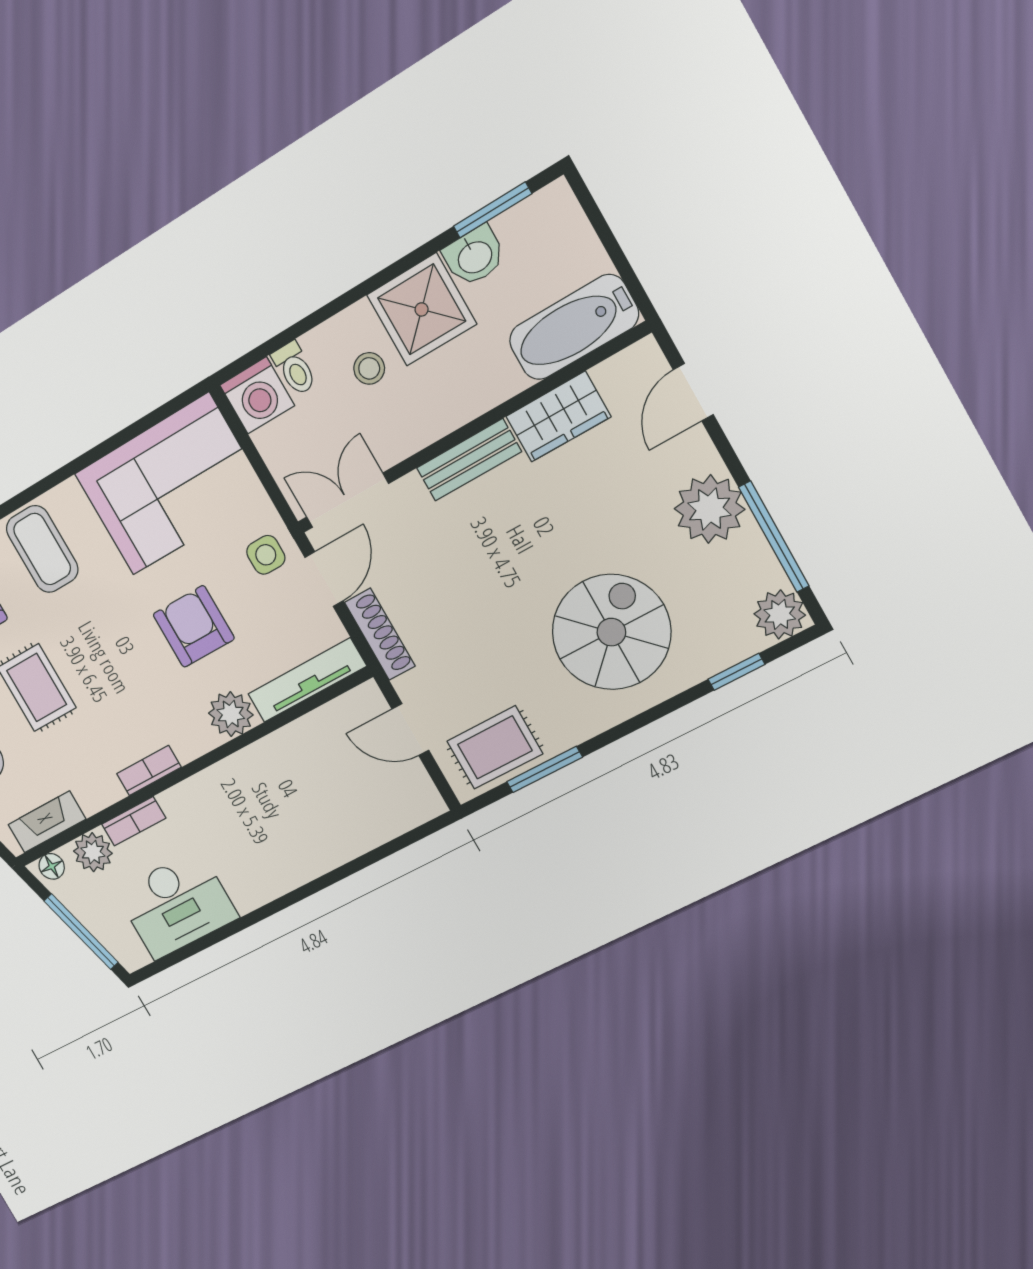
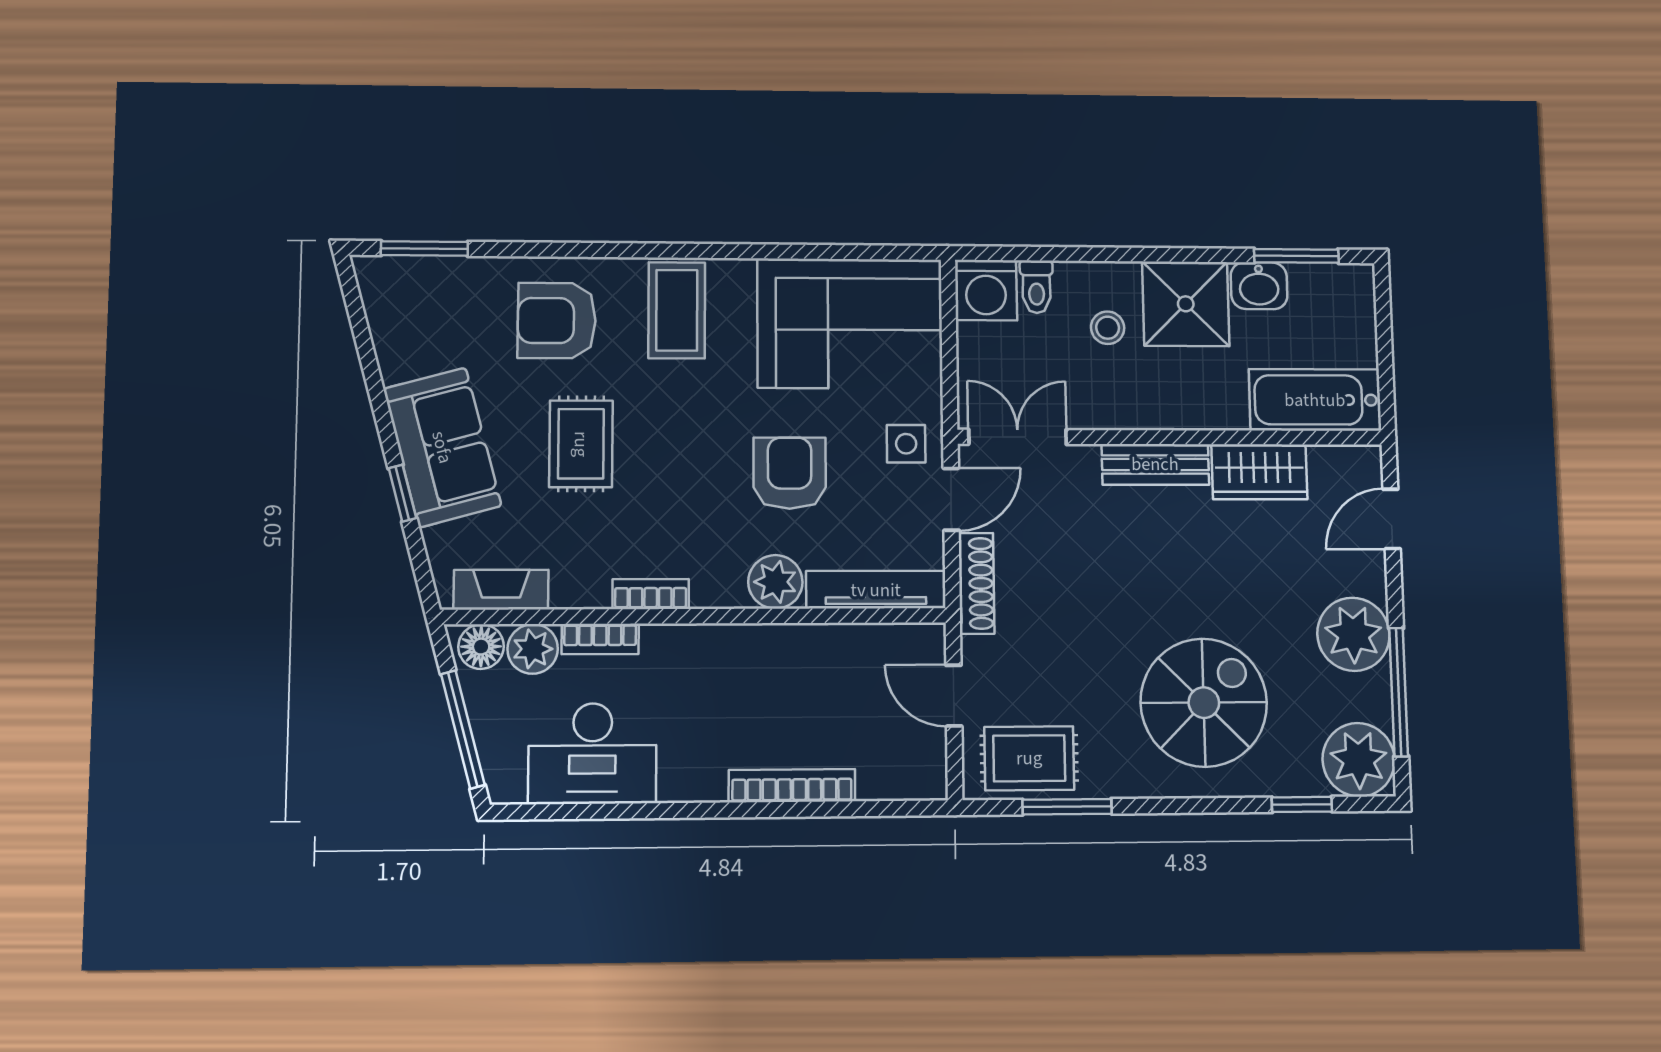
plant: (780, 614) -> (1359, 760), width x1.36, depth x1.36
bookcase: (329, 857) -> (792, 786), added
floor lamp: (52, 866) -> (481, 647), width x1.37, depth x1.37

